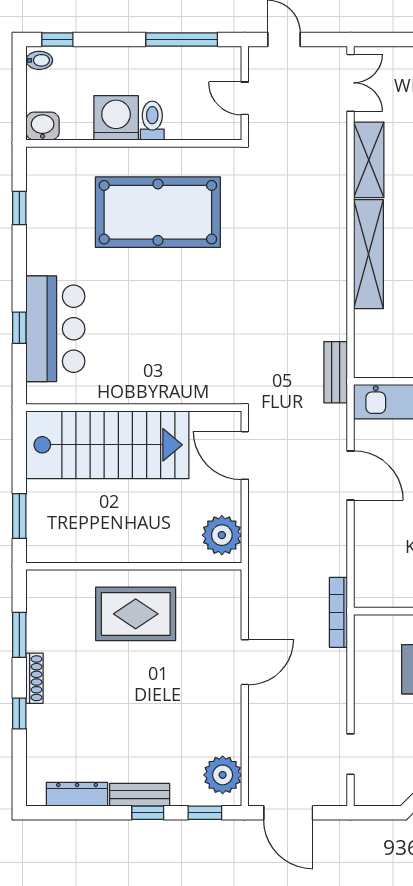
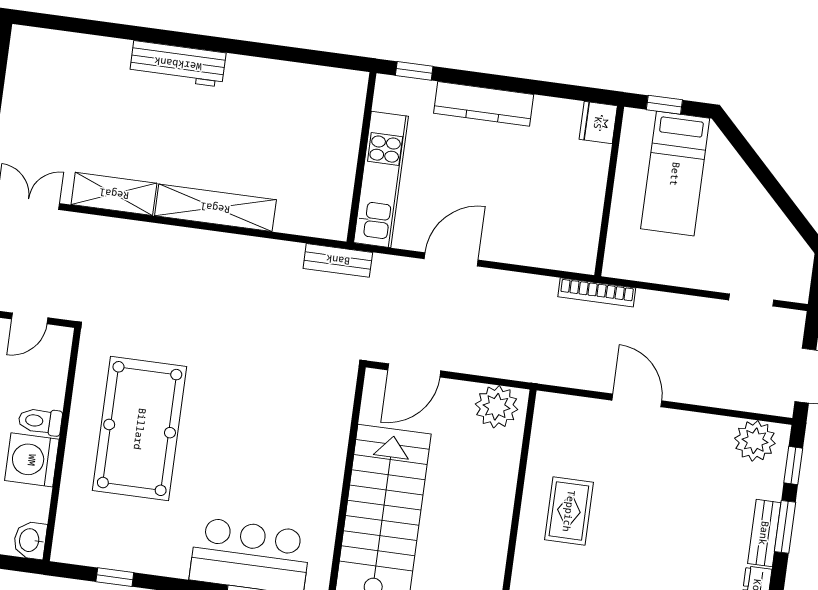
rug: (136, 614) -> (569, 511), width x0.73, depth x0.70
window: (148, 813) -> (785, 527), width x1.50

